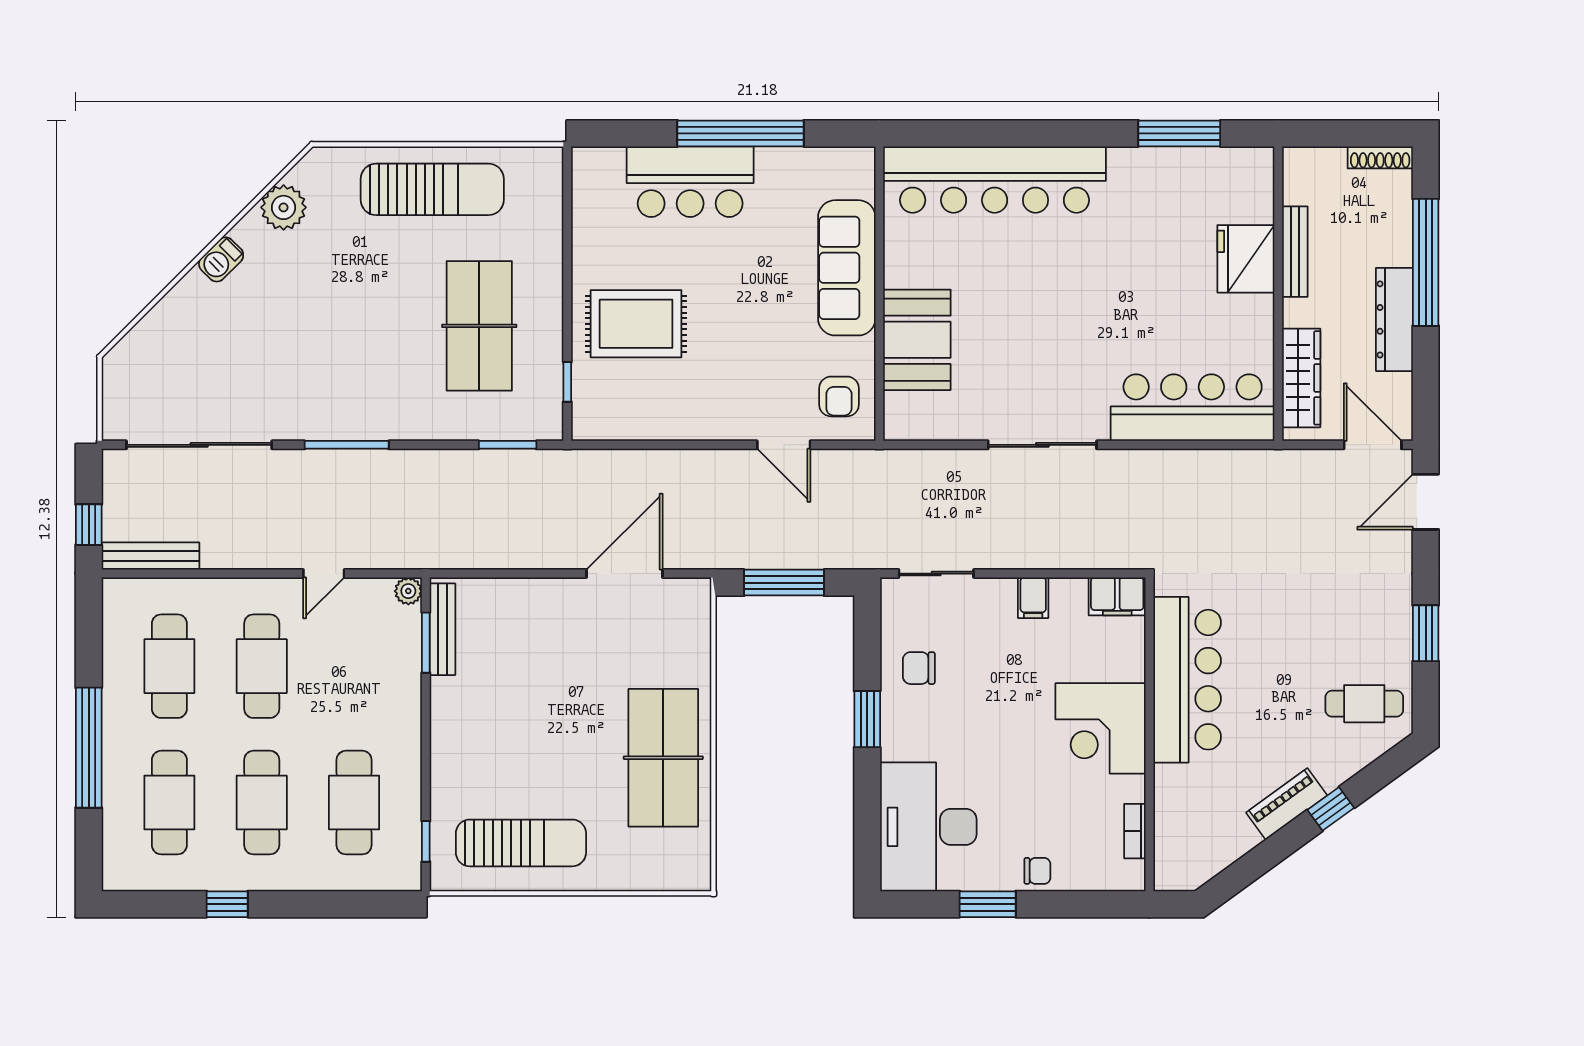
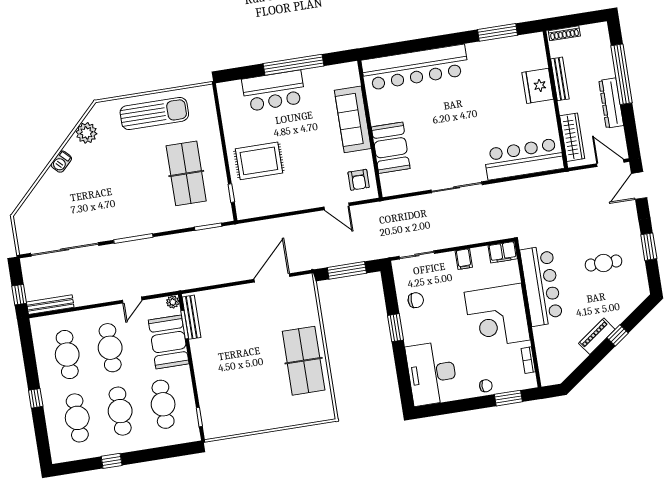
shoe rack: (1380, 157) -> (564, 33), moved
chair: (919, 668) -> (416, 300), turned 180
booth: (386, 674) -> (169, 342), added
cafe table: (1364, 704) -> (603, 263), moved
corner desk: (1101, 728) -> (497, 316), width x1.36, depth x1.36
window: (89, 748) -> (36, 398), width x0.32
sun lounger: (521, 843) -> (244, 411), removed
window: (988, 904) -> (508, 398), moved

